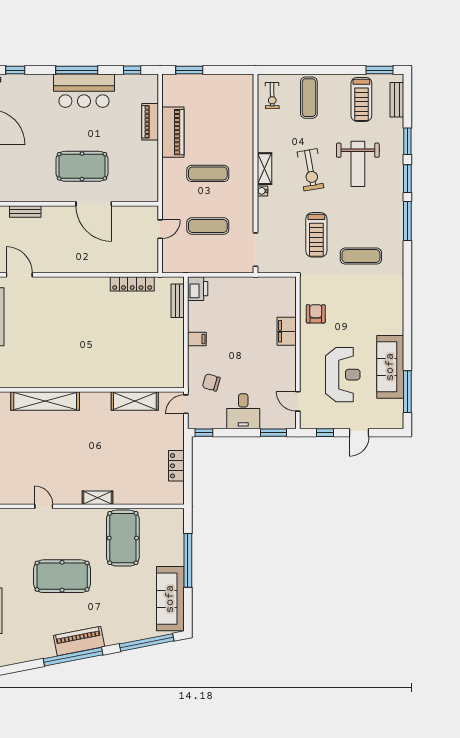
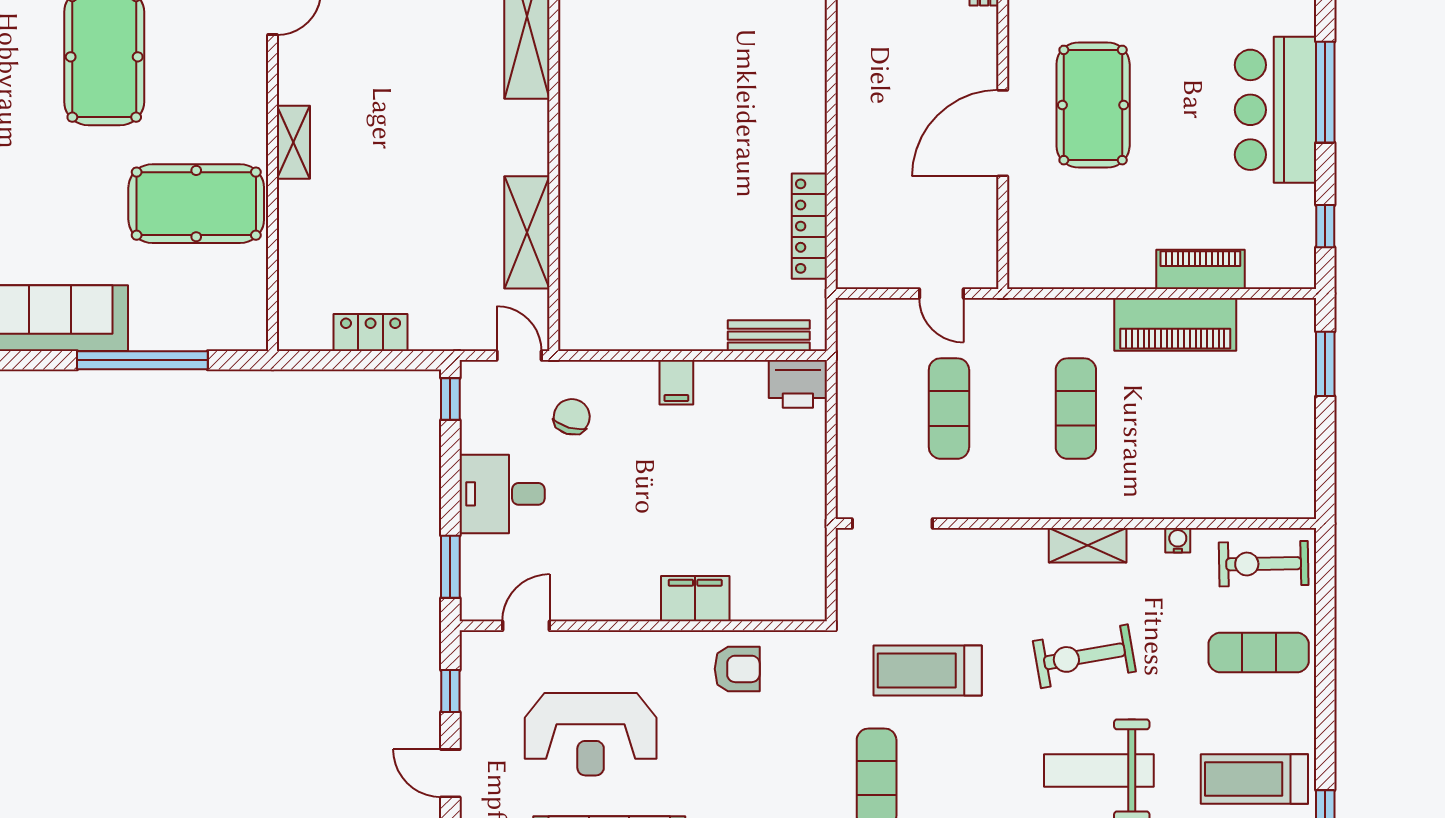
exercise bike: (272, 96) -> (1264, 564), width x1.38, depth x1.39
water cooler: (262, 191) -> (1178, 540), moved

